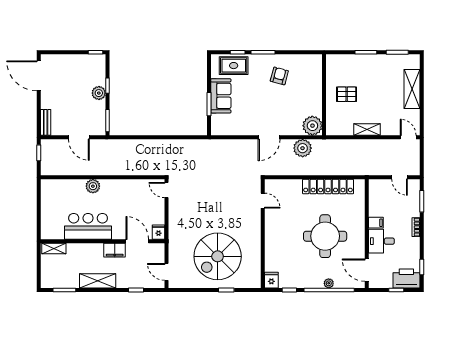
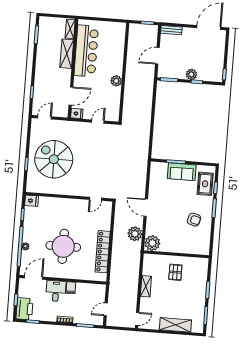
plant: (93, 186) -> (116, 81), moved
door: (166, 190) -> (98, 122), moved
bar counter: (88, 226) -> (86, 51), width x1.36
filing cabinet: (115, 250) -> (65, 77), removed
shelving: (98, 281) -> (67, 54), moved

